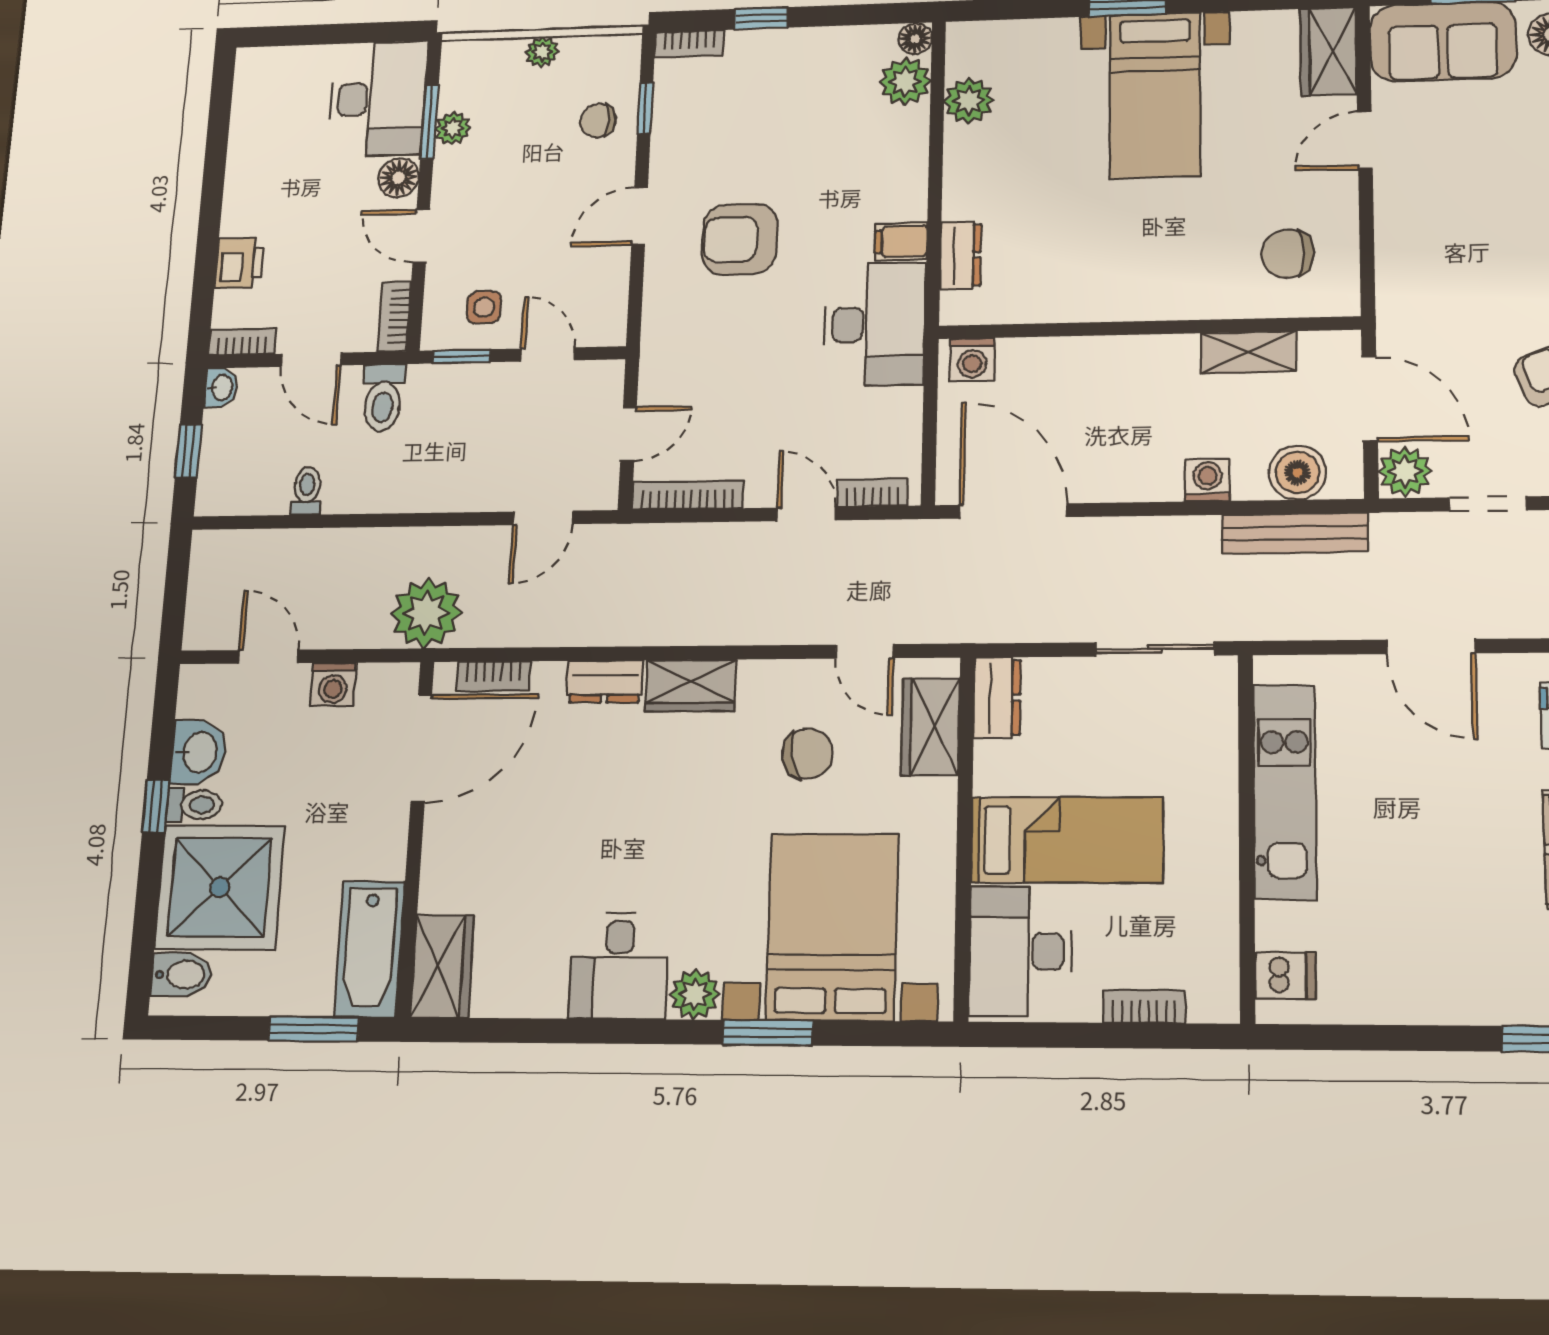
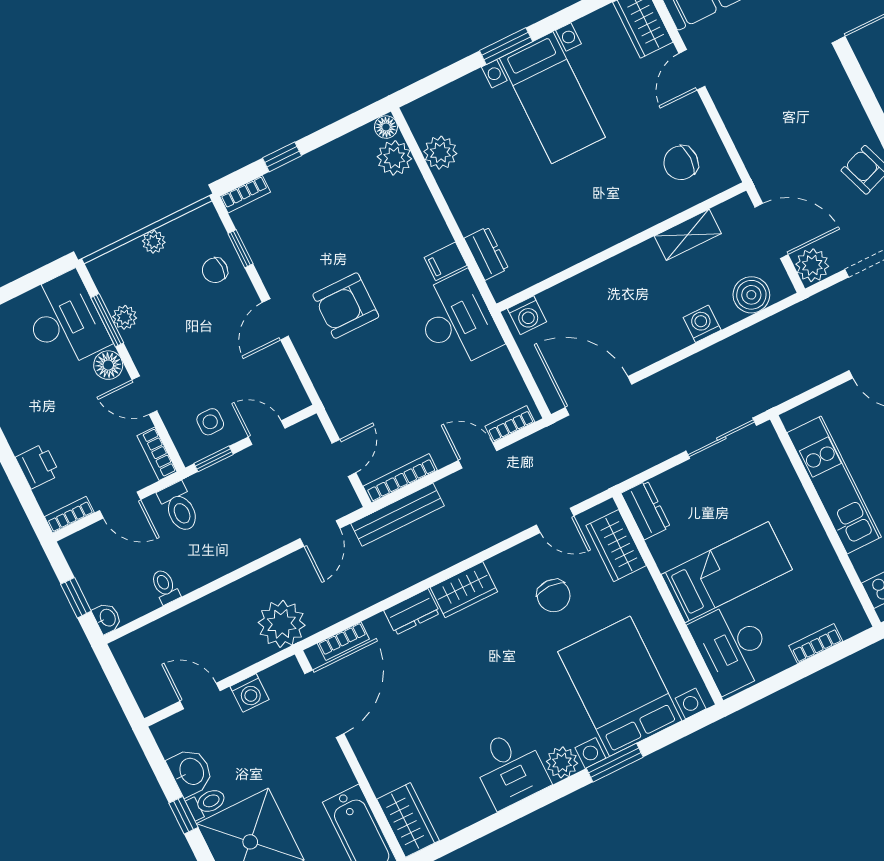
washbasin: (221, 387) -> (107, 618), moved
bench: (1295, 533) -> (398, 515), moved
chair: (808, 754) -> (554, 596), turned 101

